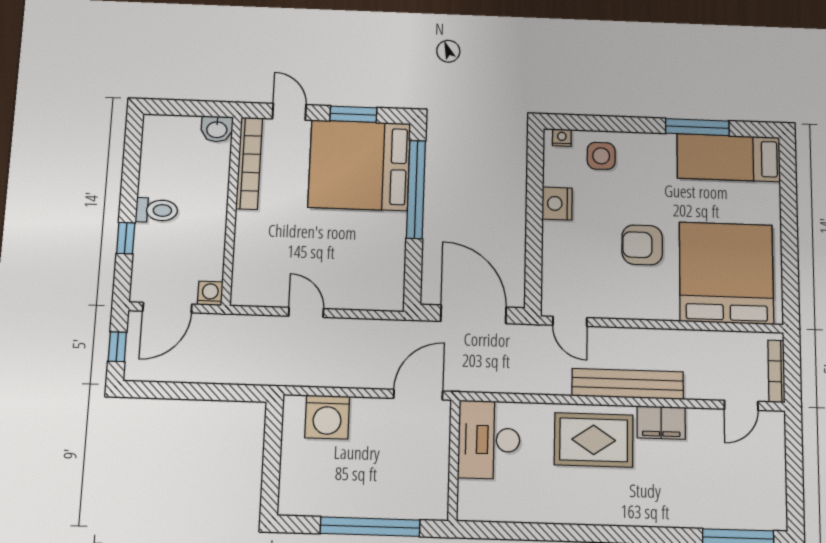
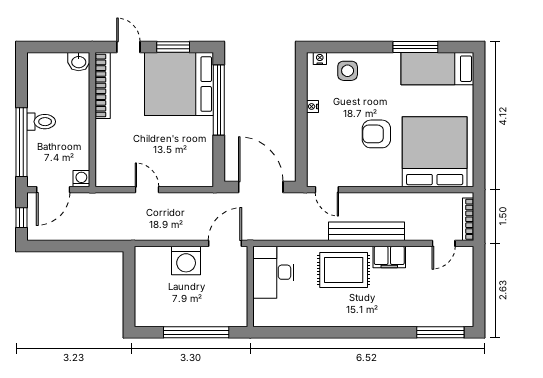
nightstand: (557, 203) -> (312, 106), width x0.53, depth x0.56
window: (126, 238) -> (21, 142), width x3.17
washing machine: (327, 417) -> (186, 261), moved

